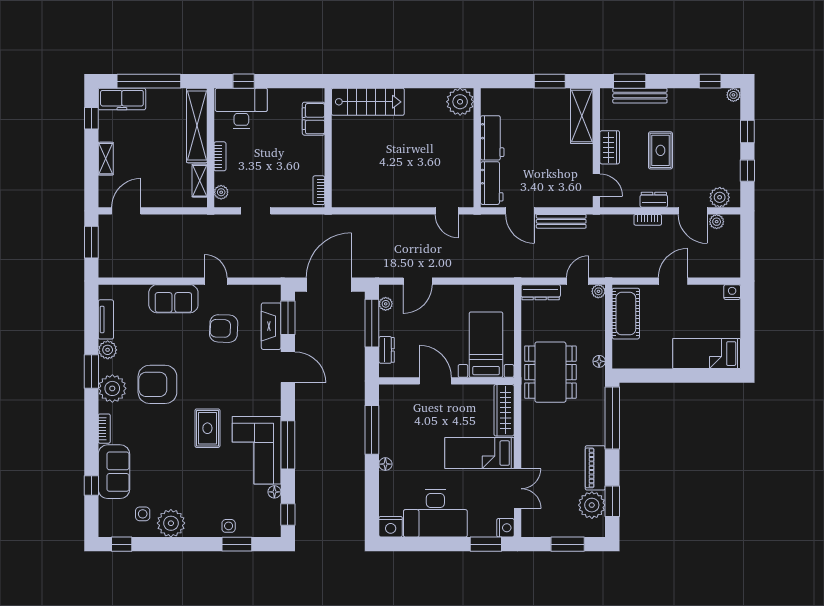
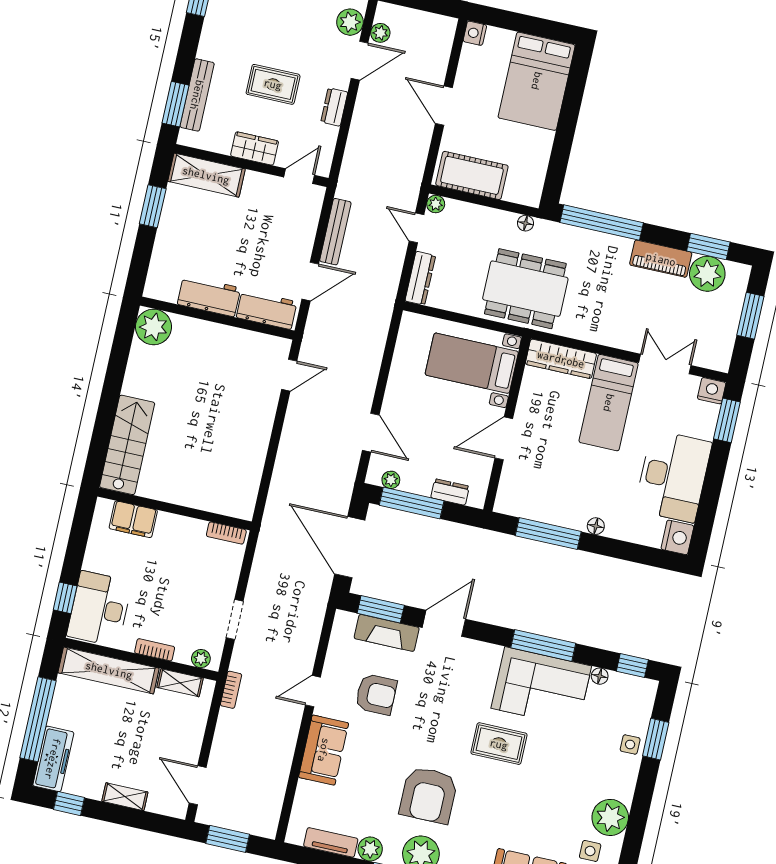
bookcase: (648, 220) -> (231, 690), moved
armchair: (224, 329) -> (376, 694), turned -92
bed: (707, 354) -> (537, 81), width x1.50

